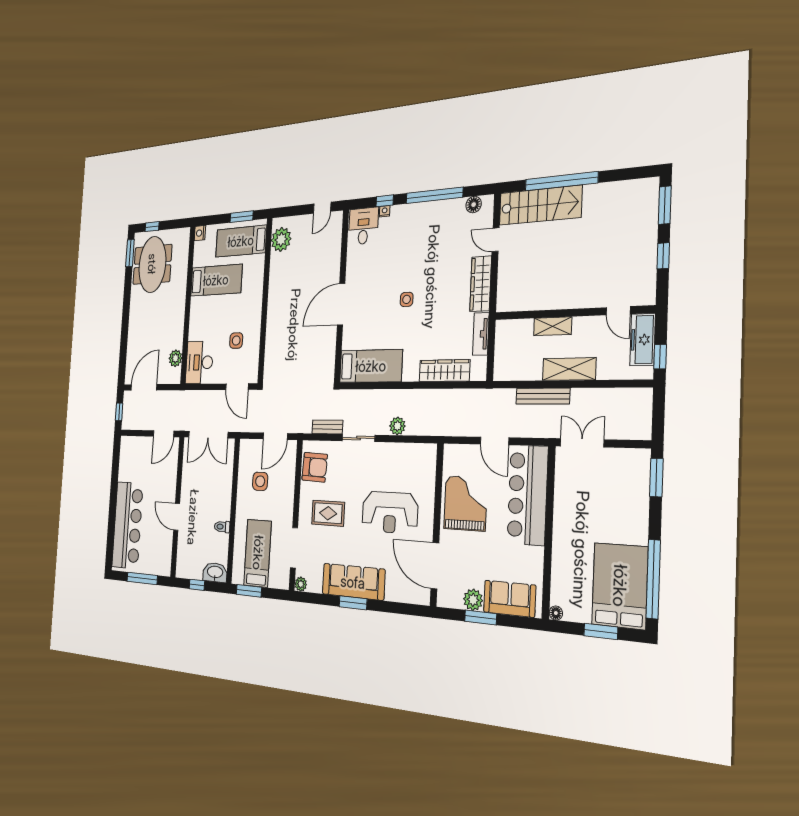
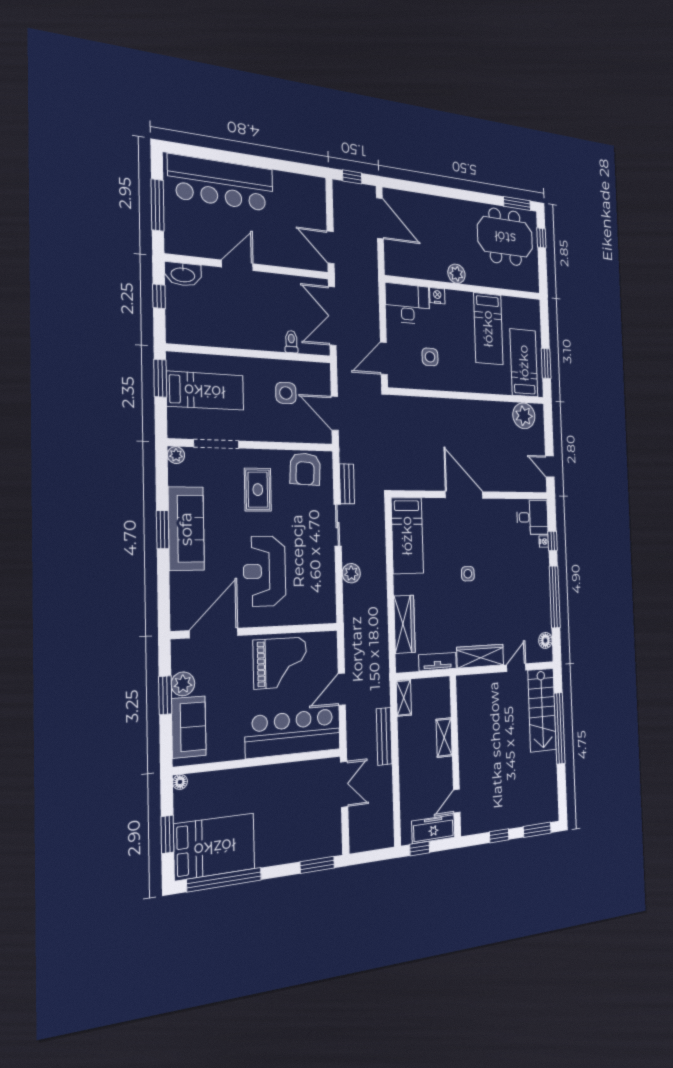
nightstand: (200, 233) -> (437, 296), moved
plant: (175, 358) -> (456, 274), moved
shelving: (569, 369) -> (404, 698), moved, width x0.67, depth x0.75
toilet: (222, 527) -> (291, 342), moved
washbasin: (215, 572) -> (183, 274), moved, turned 90

